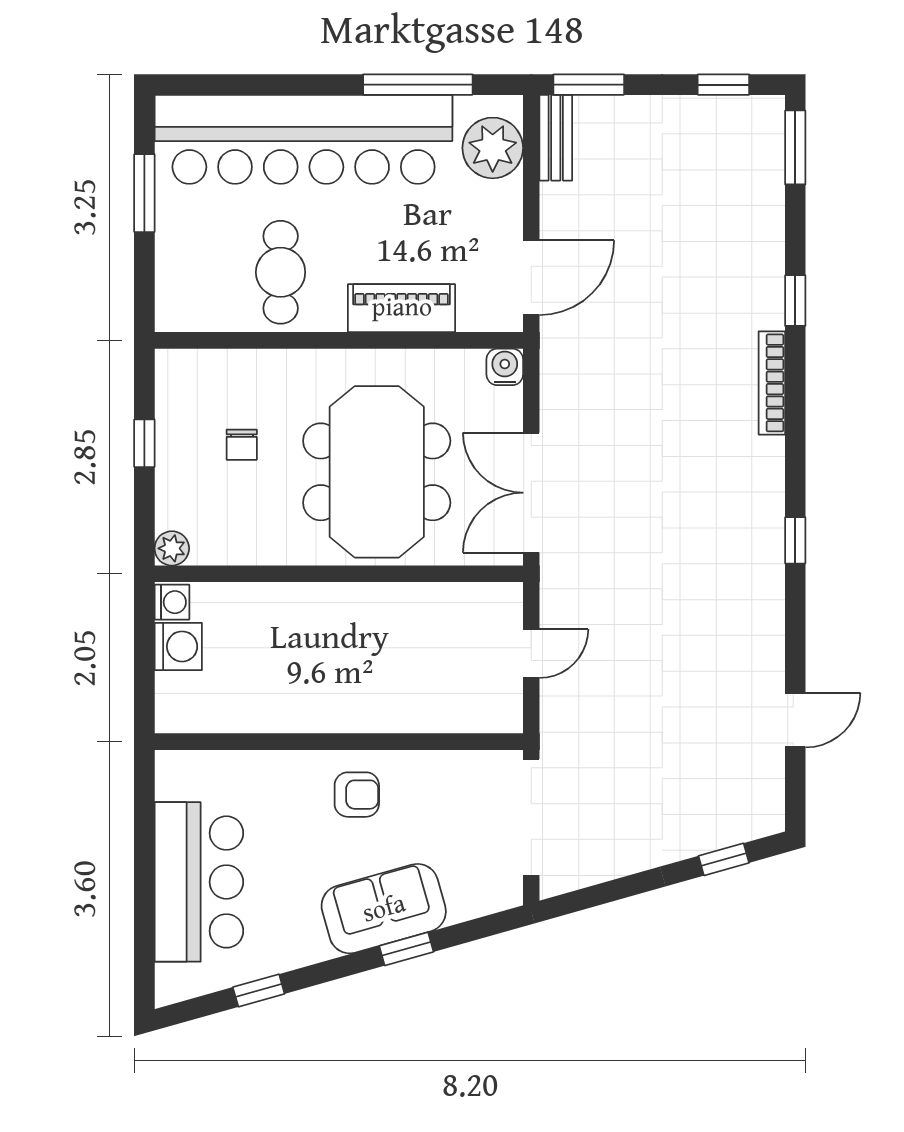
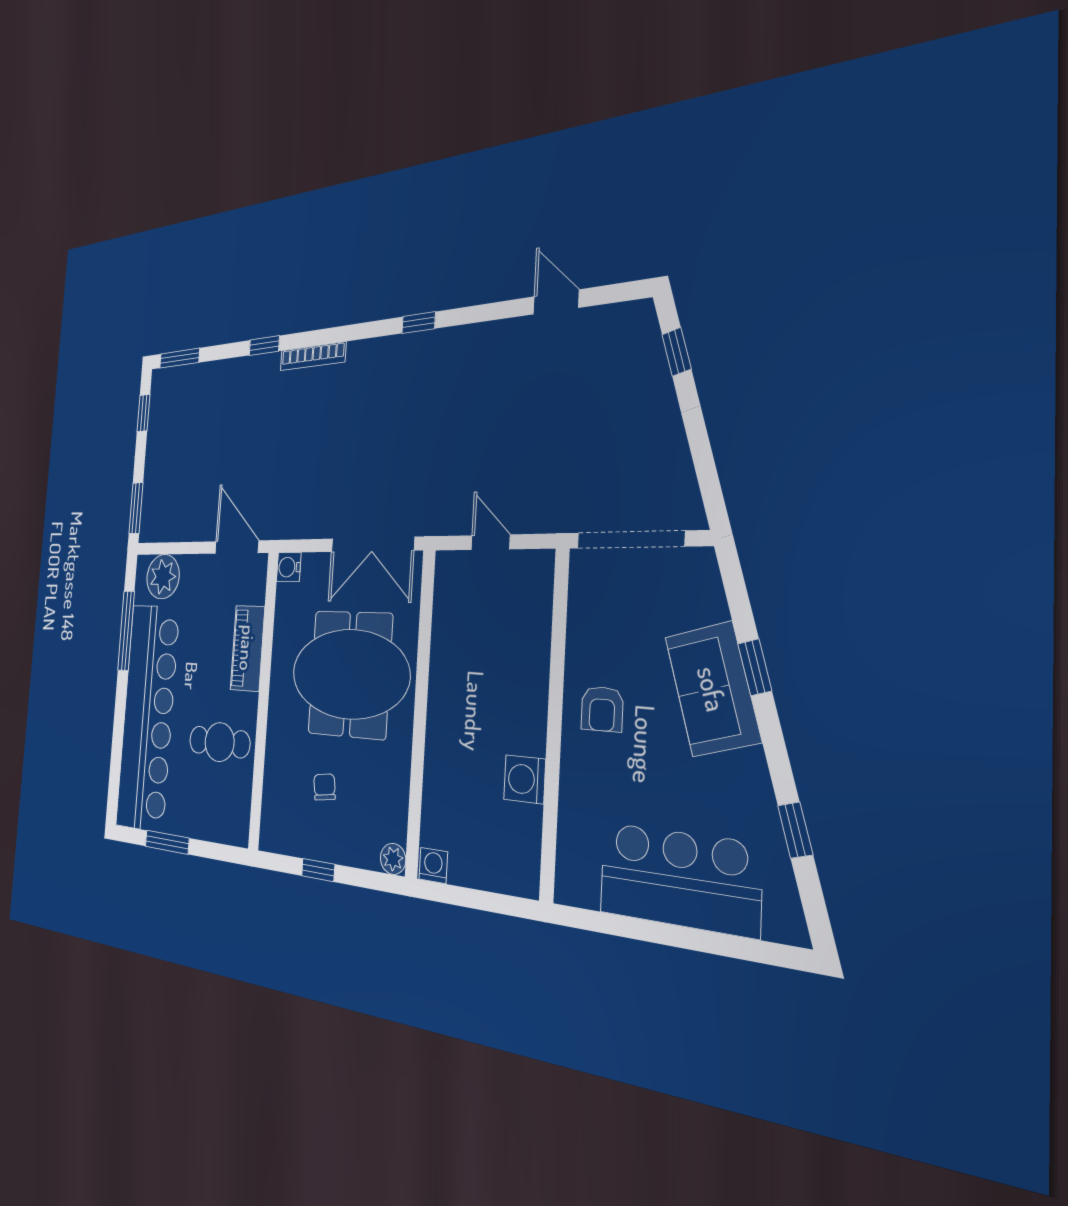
bench: (556, 138) -> (161, 531), removed
chair: (242, 445) -> (325, 787), turned -98
washing machine: (178, 646) -> (525, 779), moved, turned -90
armchair: (357, 795) -> (602, 709), turned 180

